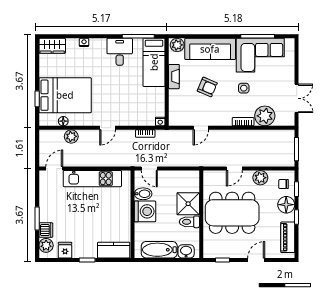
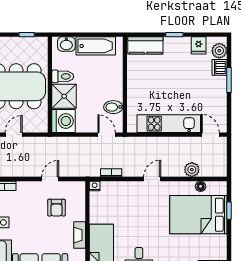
armchair: (207, 87) -> (56, 208), moved, turned -113
door: (54, 169) -> (210, 135), swing flipped
washing machine: (145, 211) -> (64, 121), moved, turned 180

